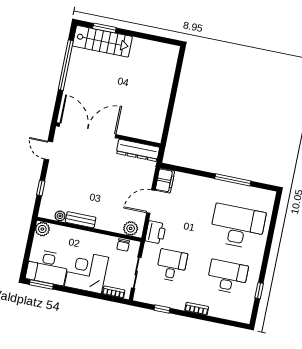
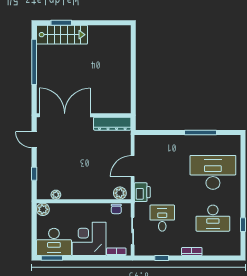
filing cabinet: (165, 181) -> (141, 145), removed
bench: (81, 220) -> (75, 194), removed
desk: (227, 277) -> (213, 218), turned 180

